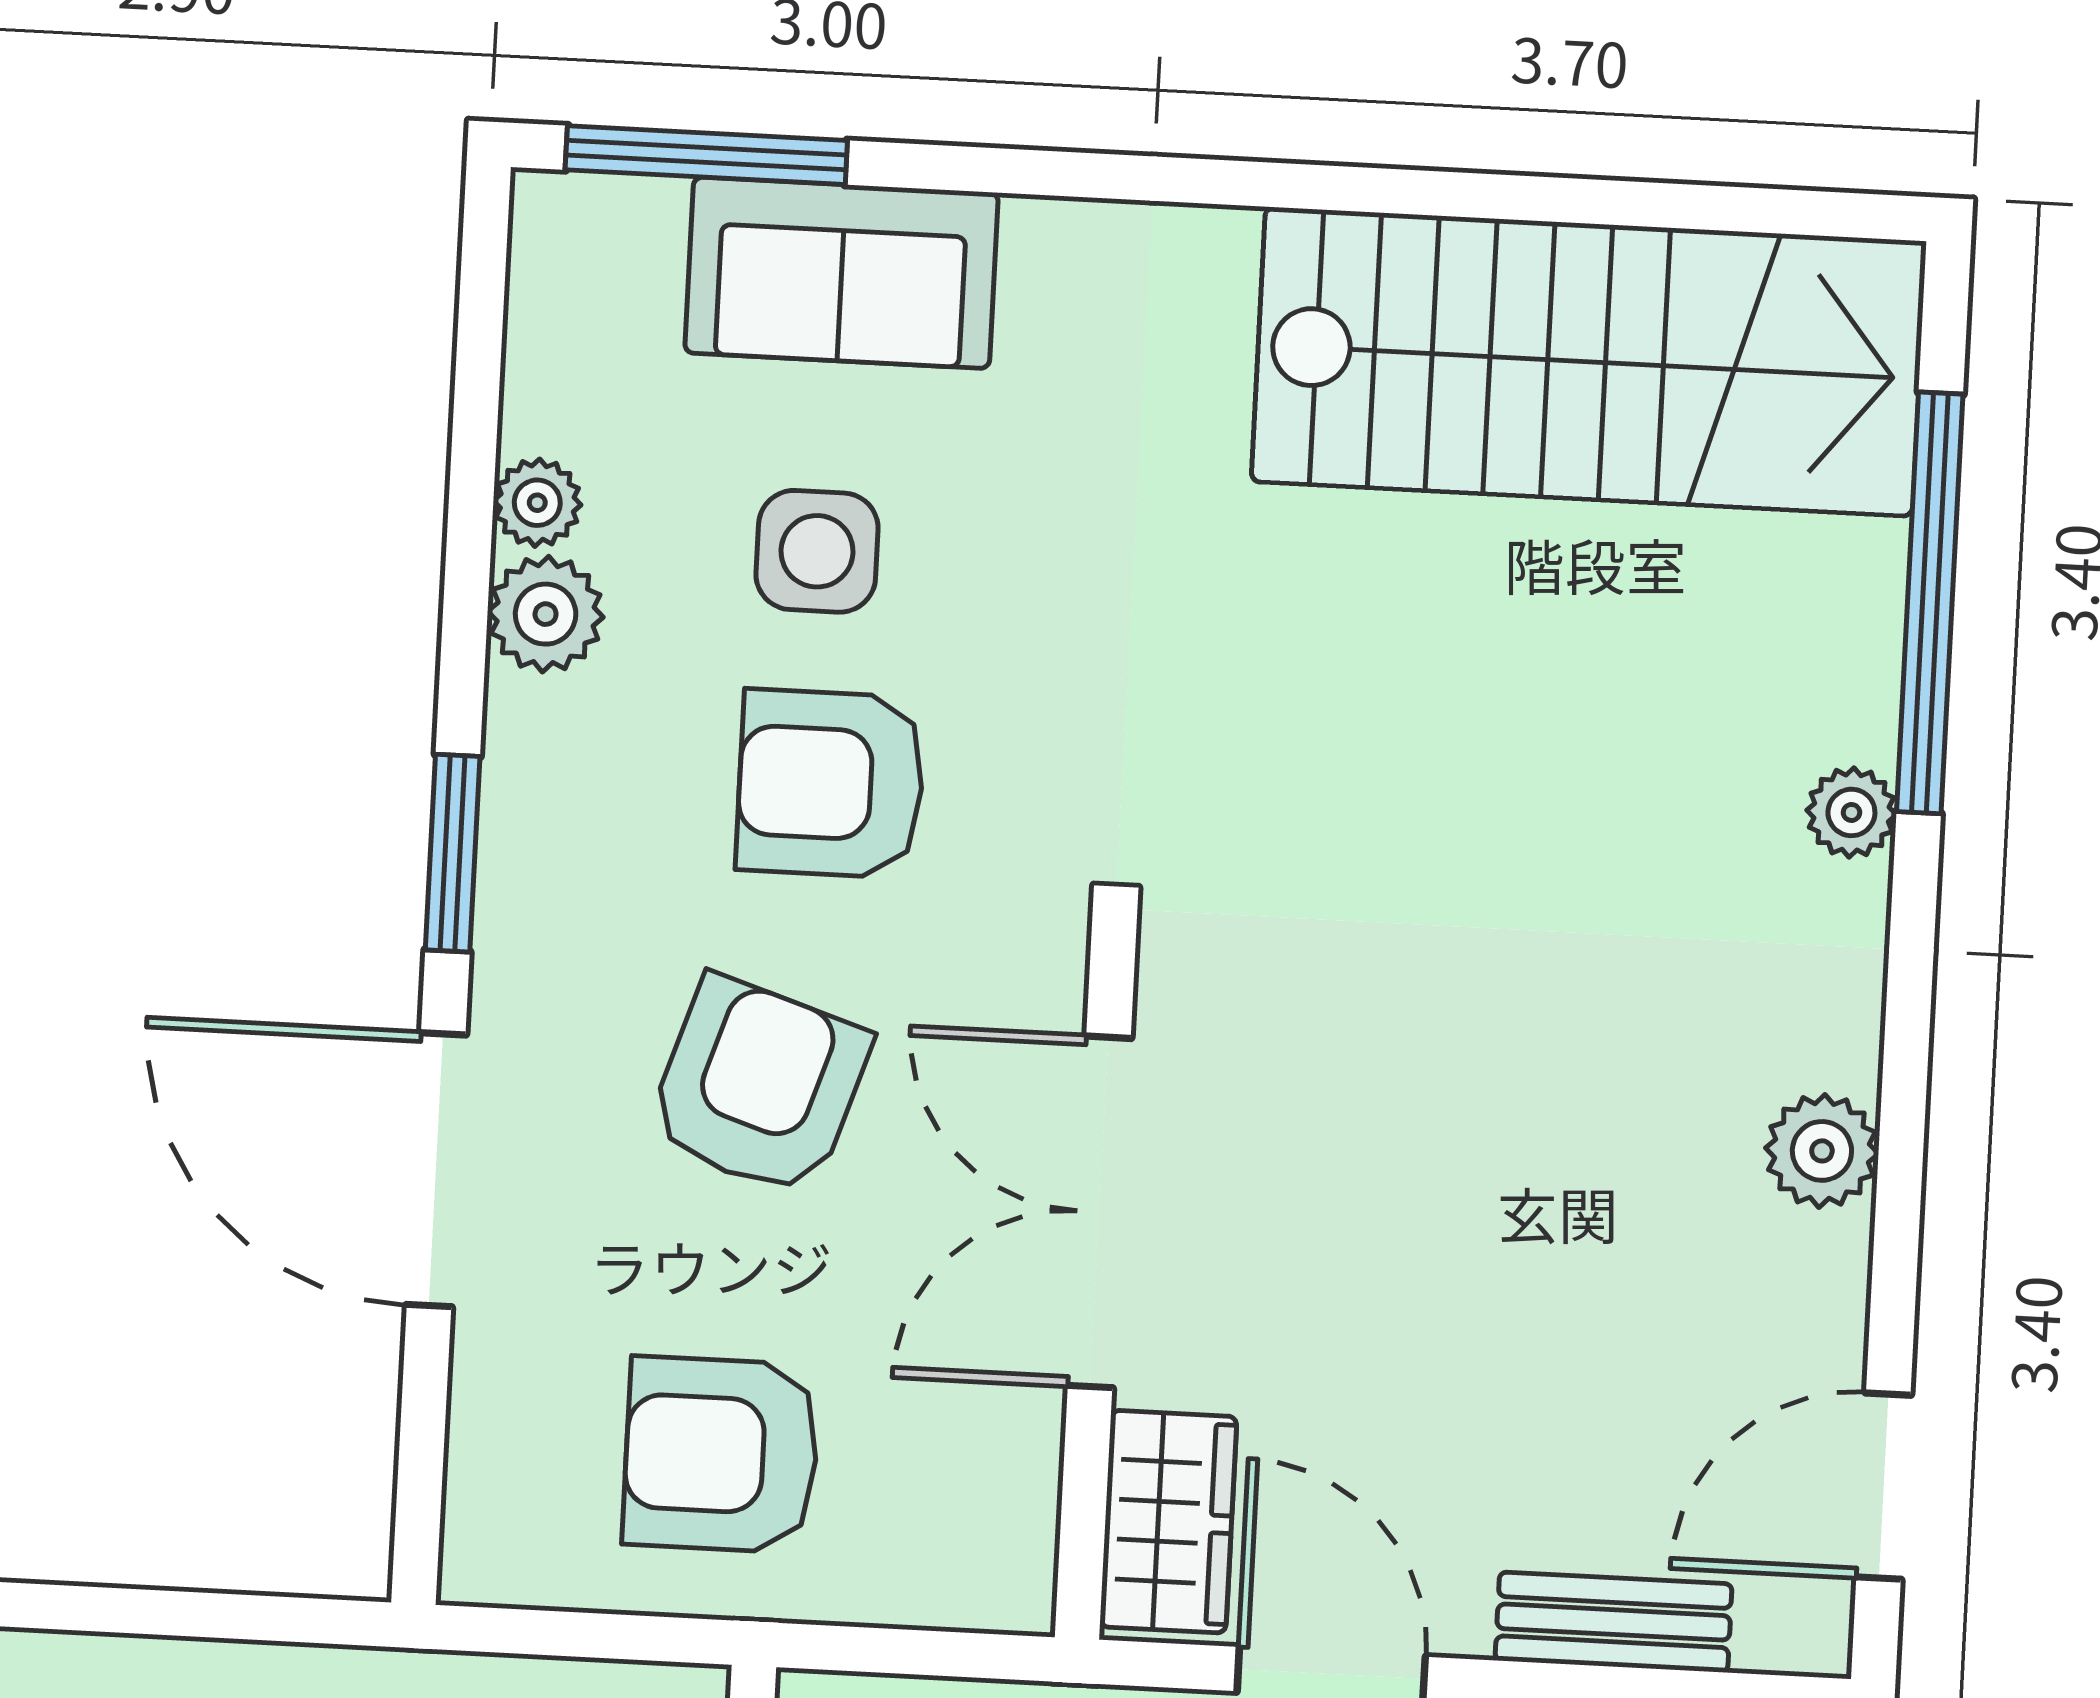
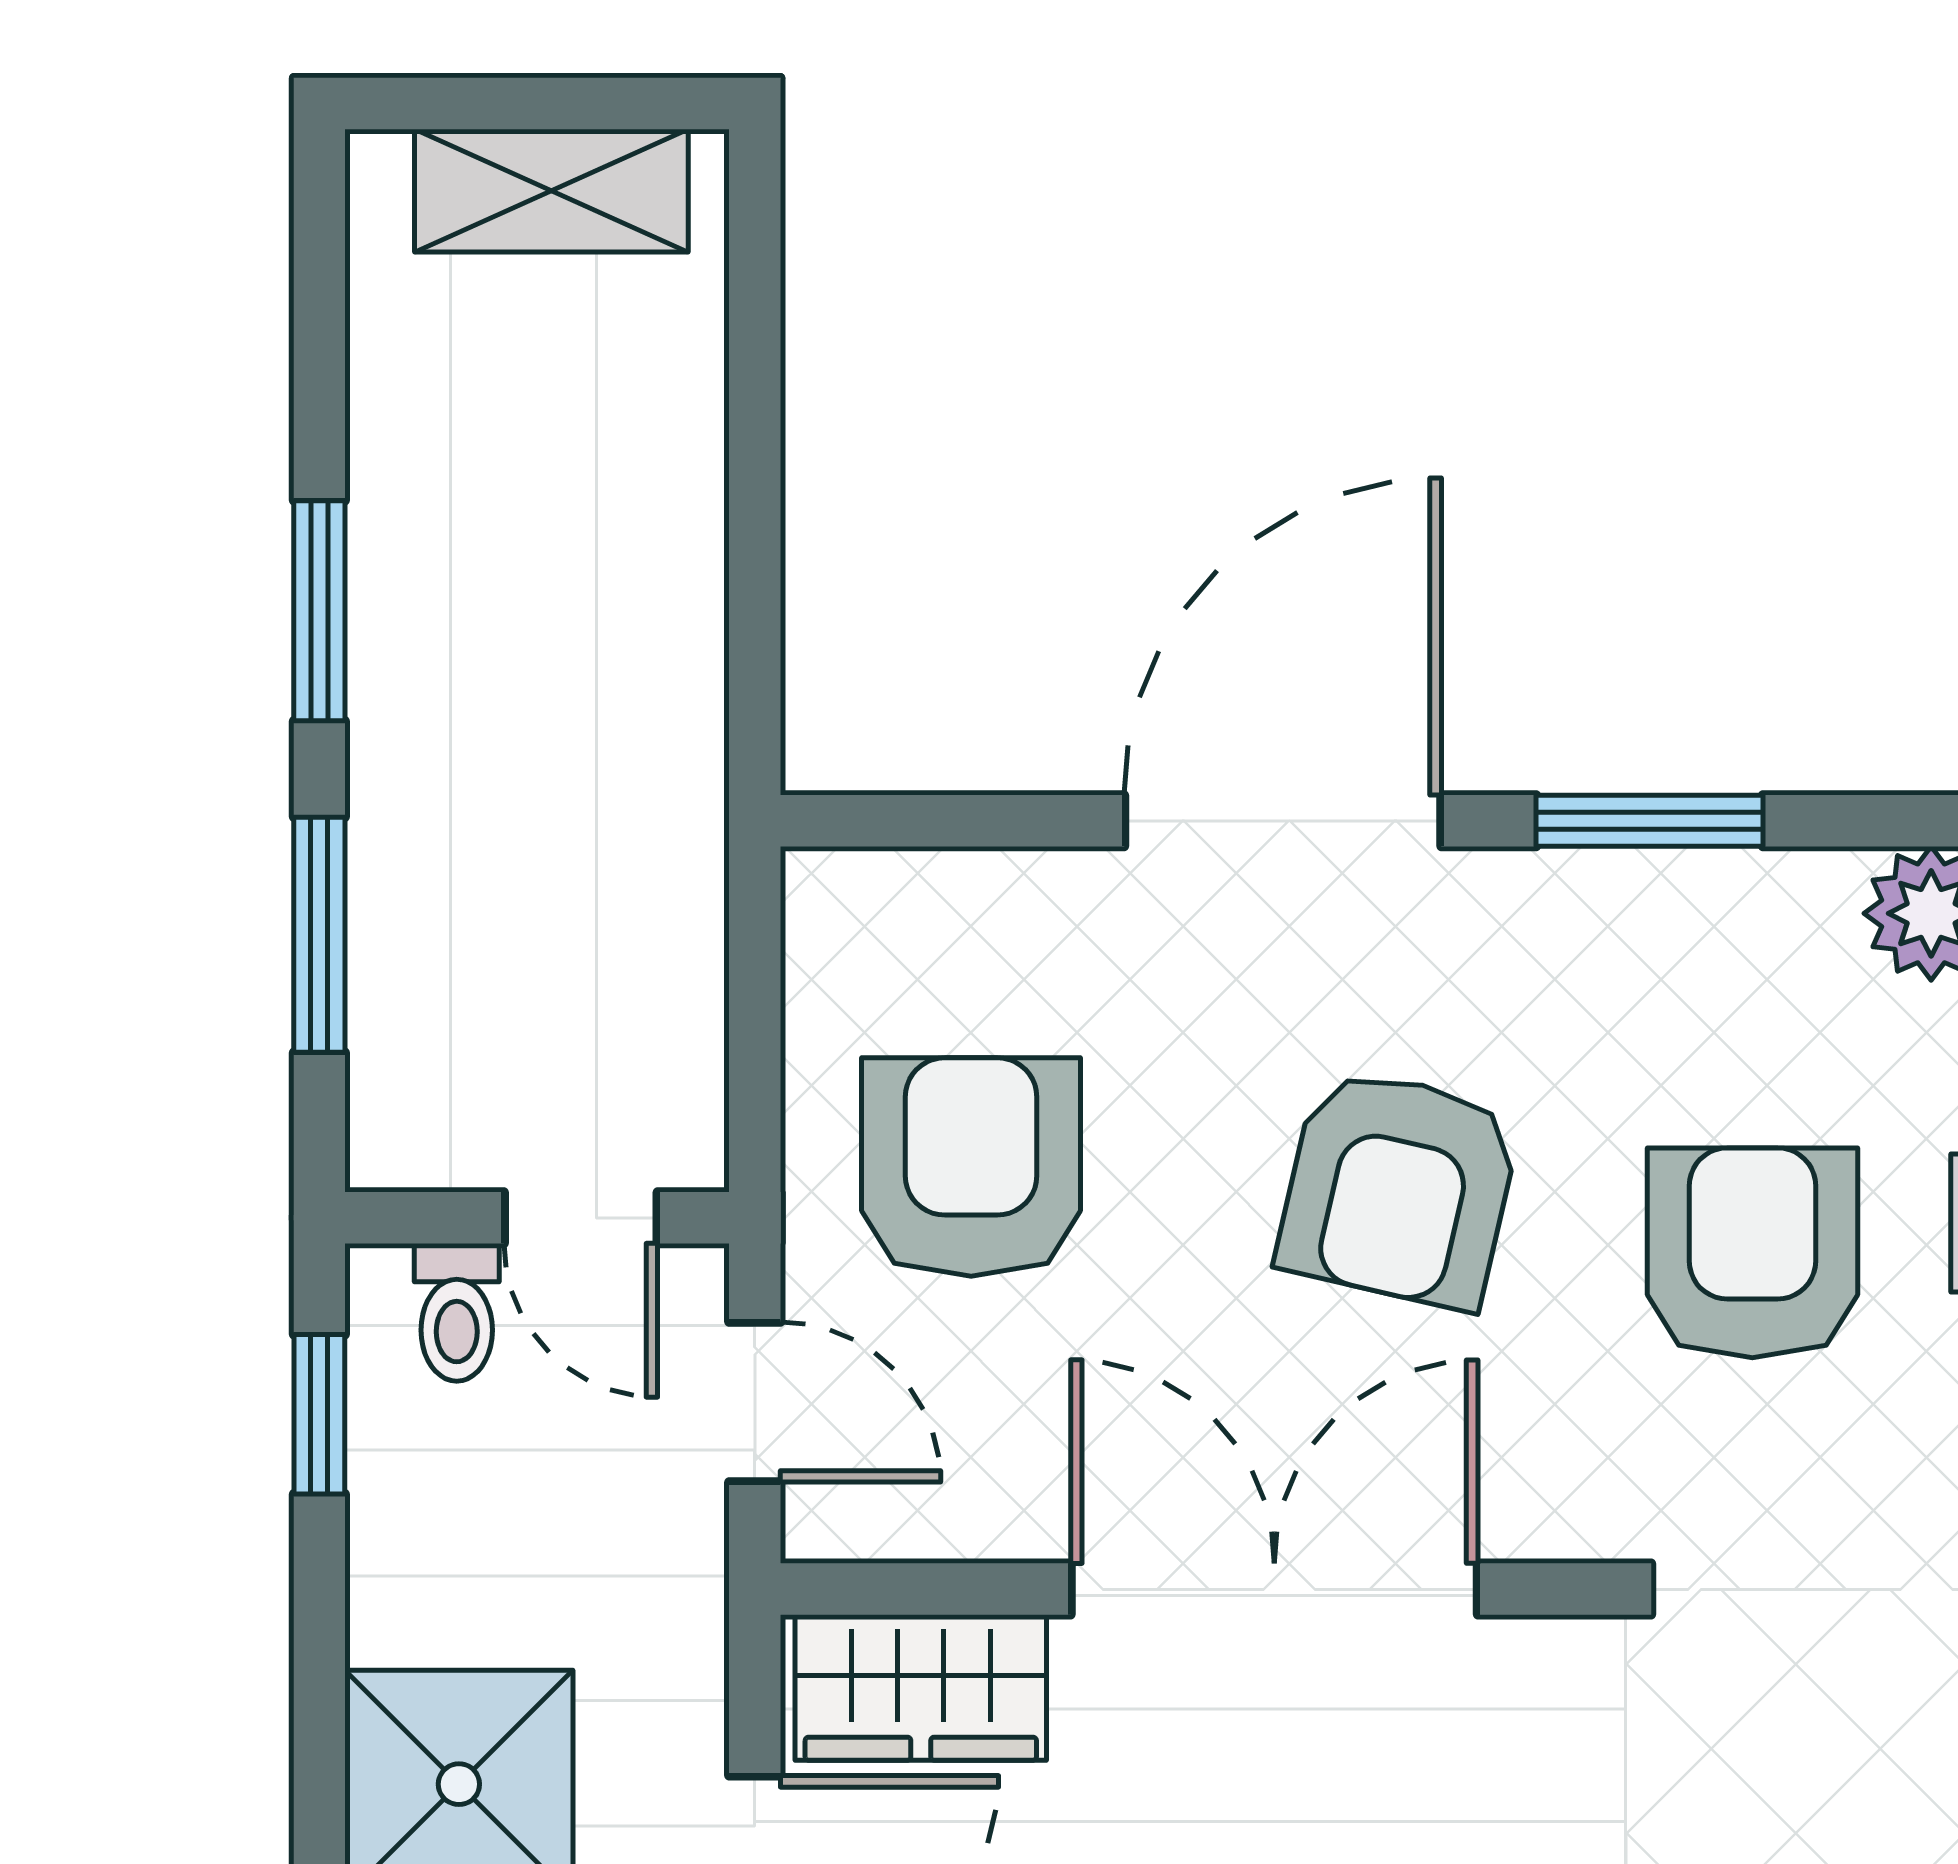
armchair: (759, 1086) -> (1399, 1188), turned 85
door: (914, 1652) -> (755, 1402), added

